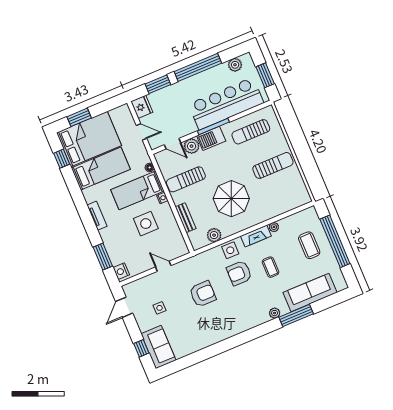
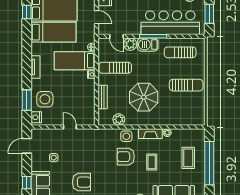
side table: (146, 224) -> (45, 99), moved
armchair: (203, 294) -> (82, 182), moved

